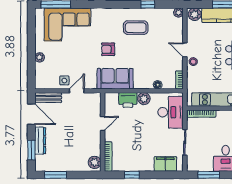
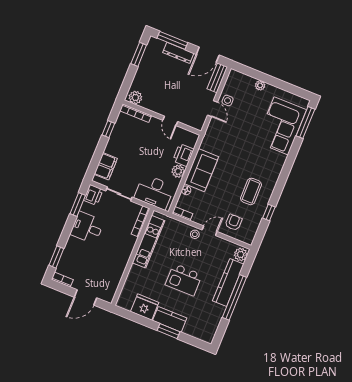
plant: (178, 13) -> (249, 239), removed
armchair: (108, 49) -> (233, 222), moved
sofa: (115, 79) -> (201, 170), moved
window: (31, 150) -> (172, 40), width x1.44
printer: (195, 165) -> (93, 195), added

